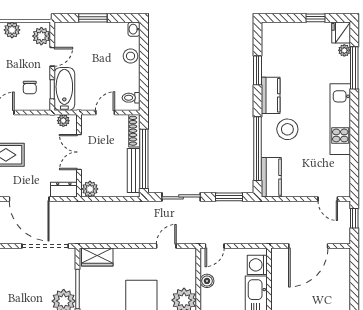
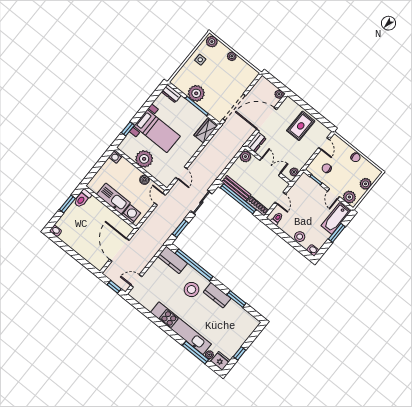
bathtub: (64, 89) -> (336, 219), moved, turned 90
kitchen unit: (340, 119) -> (181, 328), width x1.36

